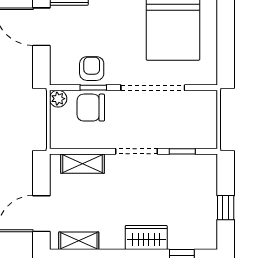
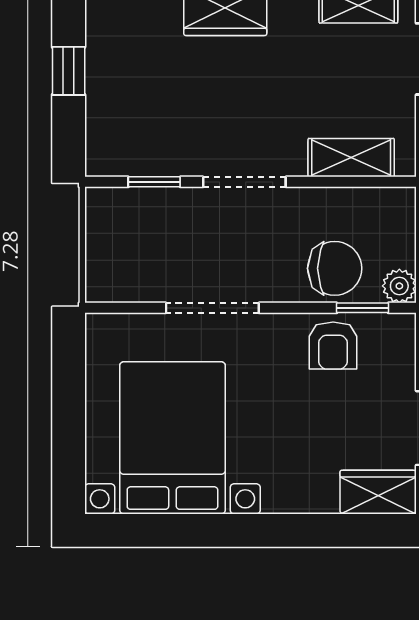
window: (93, 88) -> (363, 308), moved
doorway: (153, 88) -> (212, 308), width x0.73

